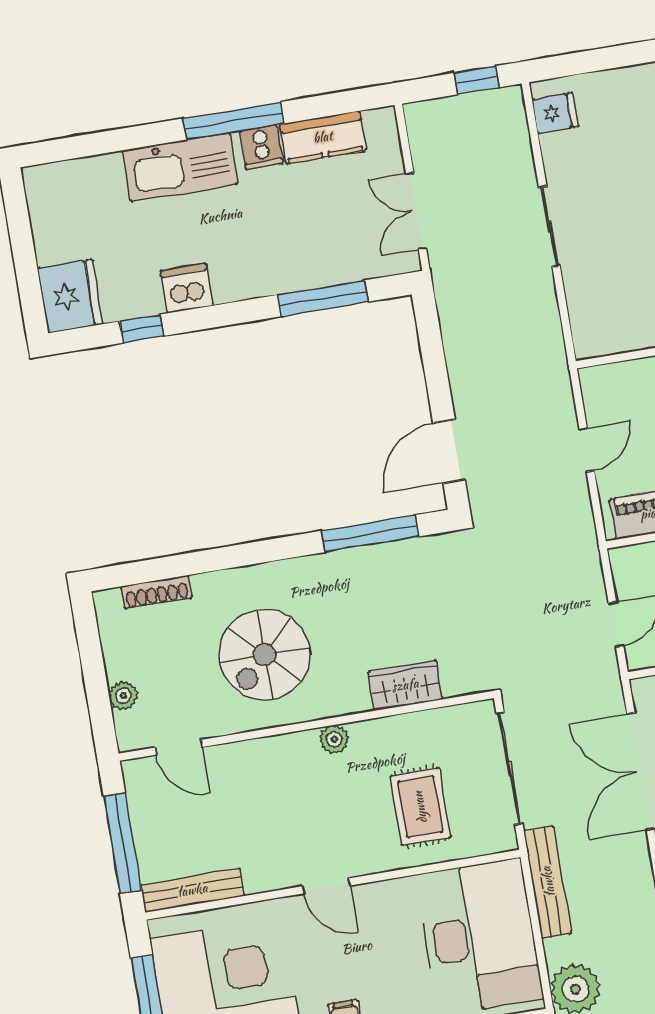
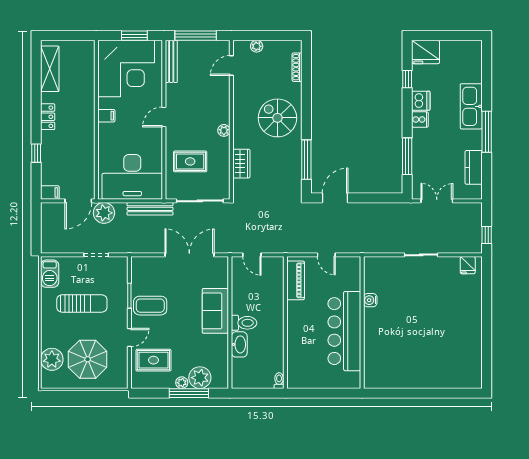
cooker: (261, 147) -> (420, 119), moved, turned 180
door: (449, 451) -> (335, 198), hinge flipped
spiral stairs: (265, 655) -> (277, 118), moved

